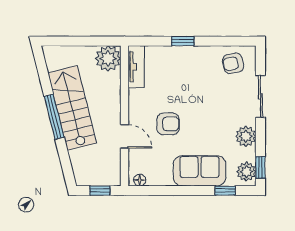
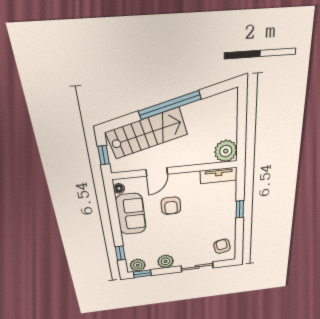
stairs: (72, 108) -> (147, 133), moved
window: (54, 117) -> (170, 105), width x1.46
sofa: (200, 171) -> (131, 214), moved

